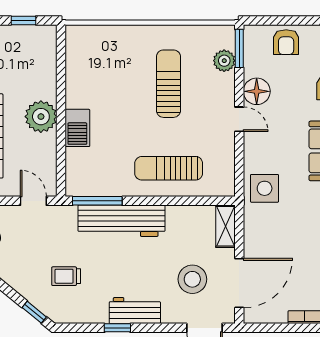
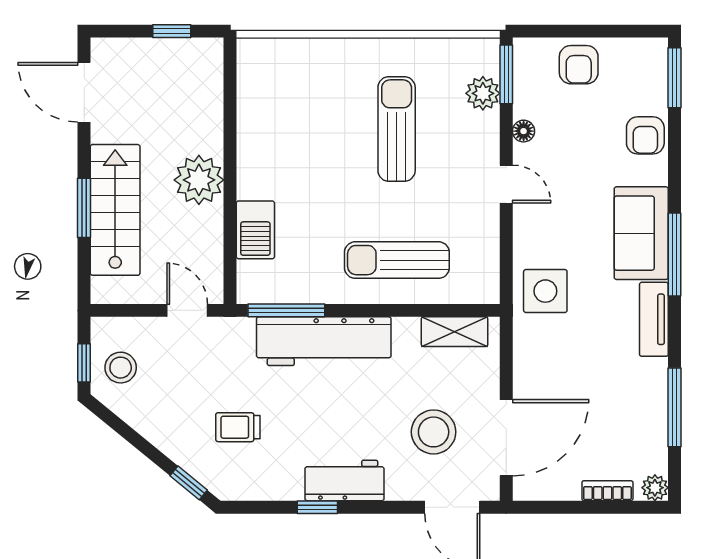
floor lamp: (257, 91) -> (524, 131), width x0.53, depth x0.53
barbecue: (77, 128) -> (255, 230), moved
shelving: (226, 226) -> (455, 332), moved, turned 90

